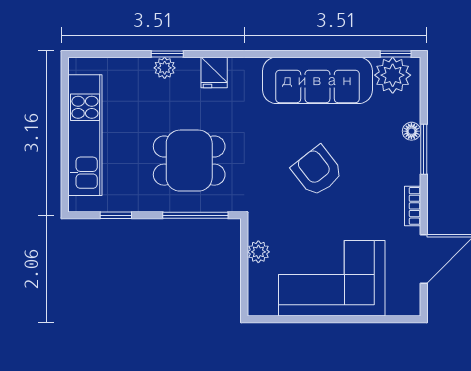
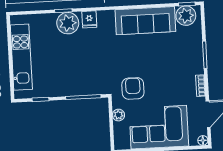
plant: (165, 68) -> (68, 23), width x1.87, depth x1.87
floor lamp: (411, 131) -> (203, 140), moved
dining table: (189, 161) -> (78, 68), removed
armchair: (317, 171) -> (133, 88), moved, turned 38

